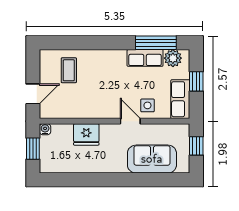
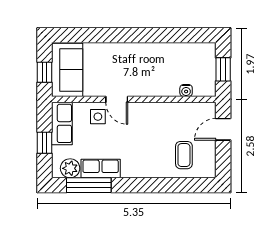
water cooler: (45, 129) -> (186, 91), moved
fridge: (86, 134) -> (165, 85), removed
sofa: (152, 159) -> (67, 70), moved, turned -90

